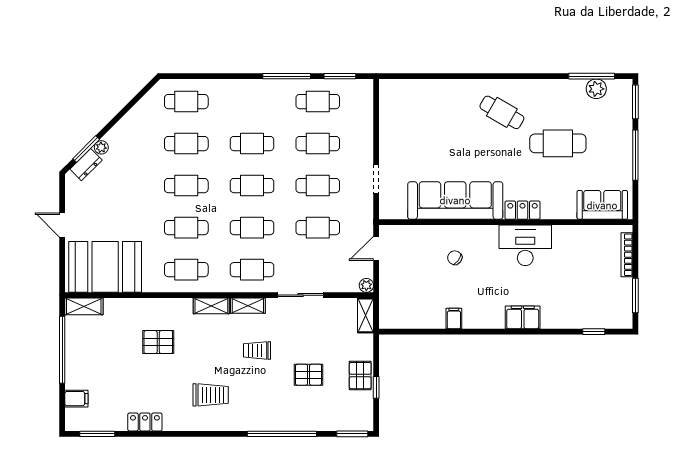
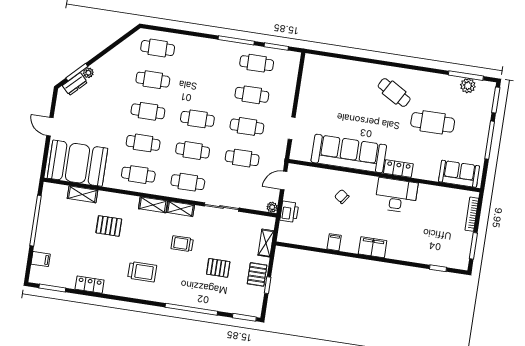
cafe table: (252, 144) -> (202, 87), removed
printer: (390, 288) -> (289, 212), added
shelving: (84, 306) -> (82, 194), moved
shelving: (365, 315) -> (266, 243), moved
filing cabinet: (523, 317) -> (373, 247), moved

